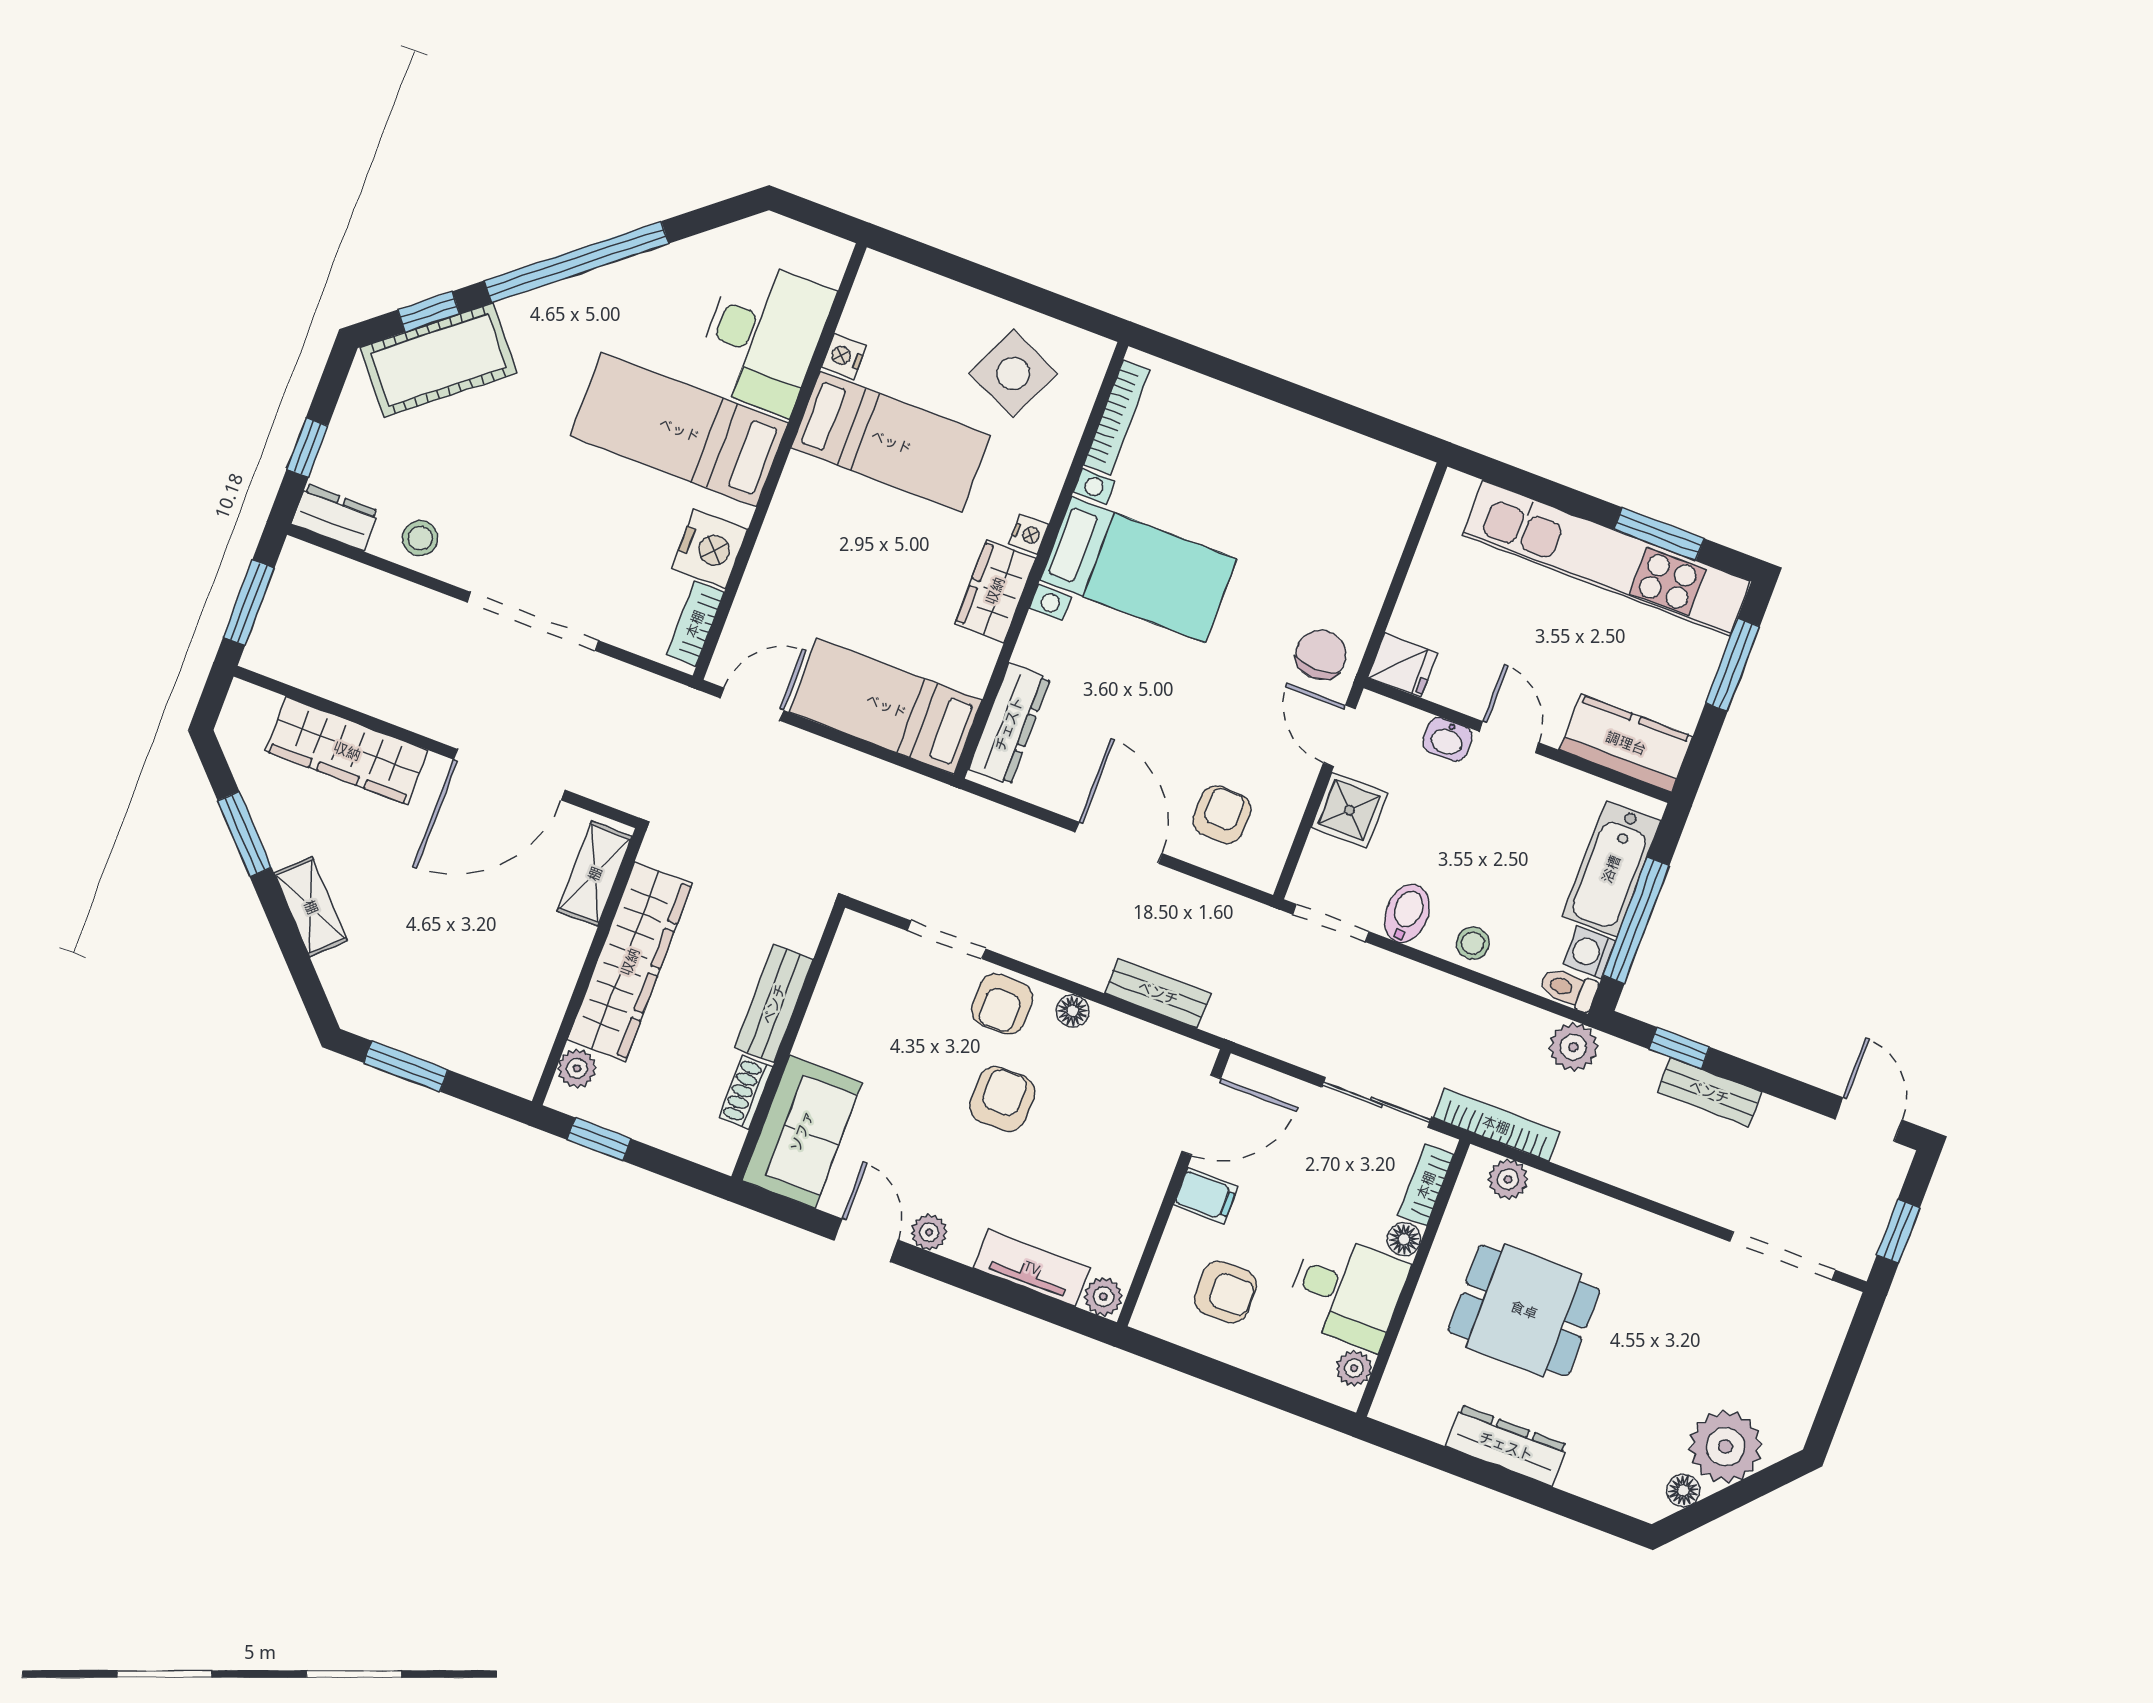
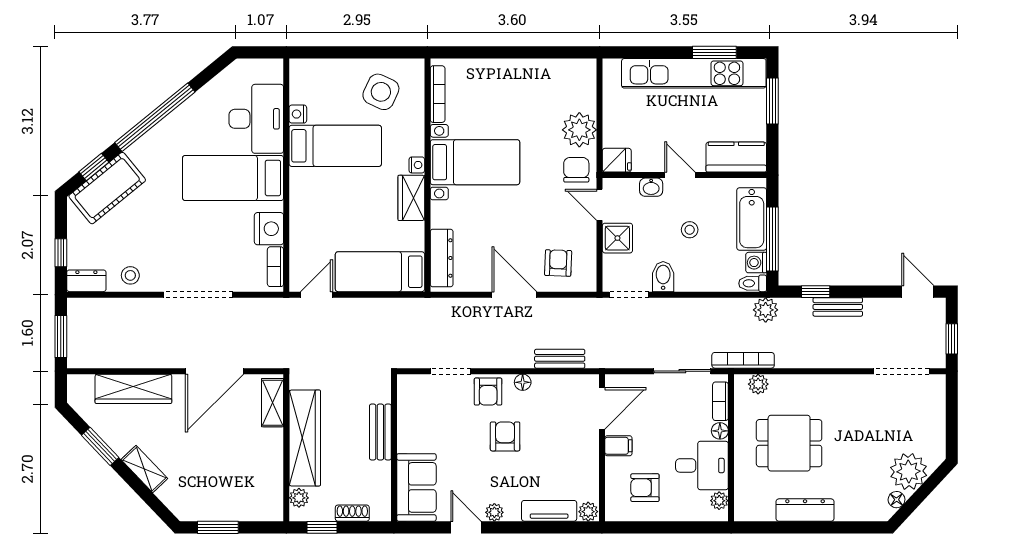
plant: (1355, 583) -> (579, 130), added
stool: (1473, 943) -> (690, 230), moved
shoe rack: (746, 1092) -> (352, 513), moved, turned 90
armchair: (1225, 1292) -> (645, 488), turned 180

